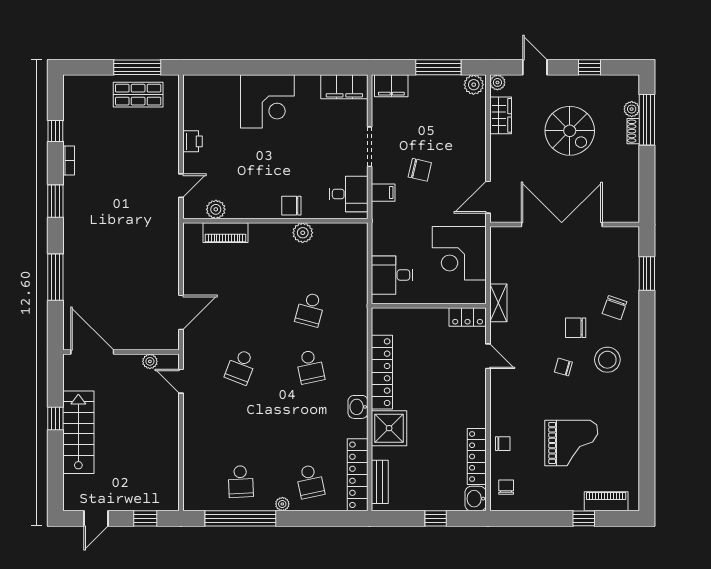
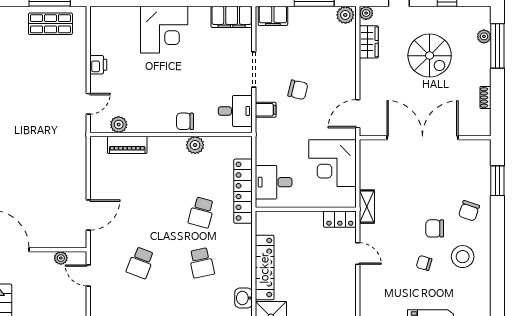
shoe rack: (633, 131) -> (485, 97), moved
locker: (357, 285) -> (243, 191), added

